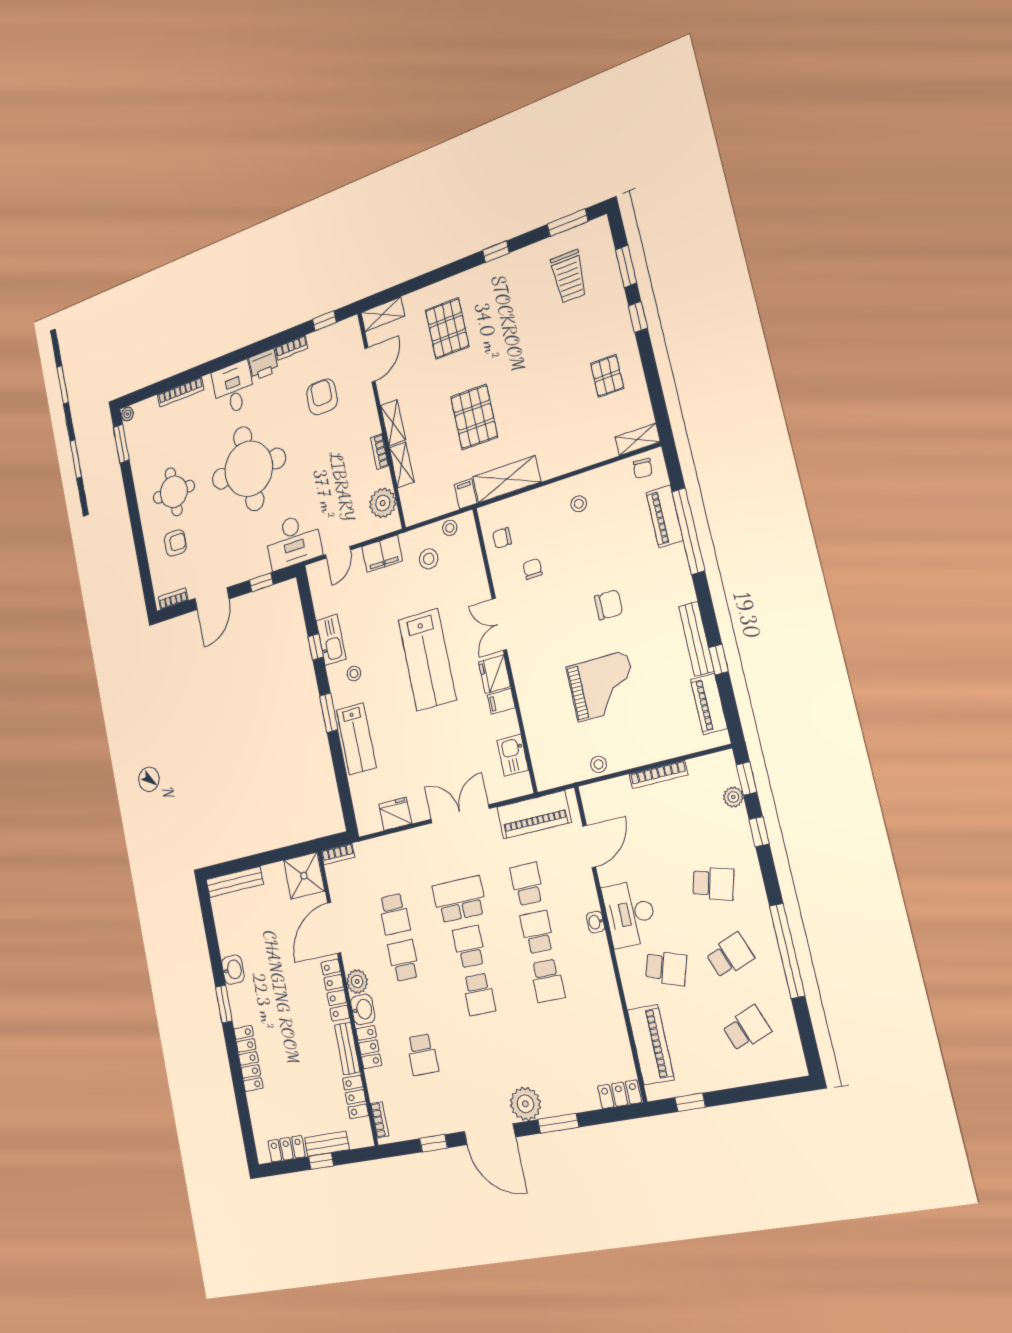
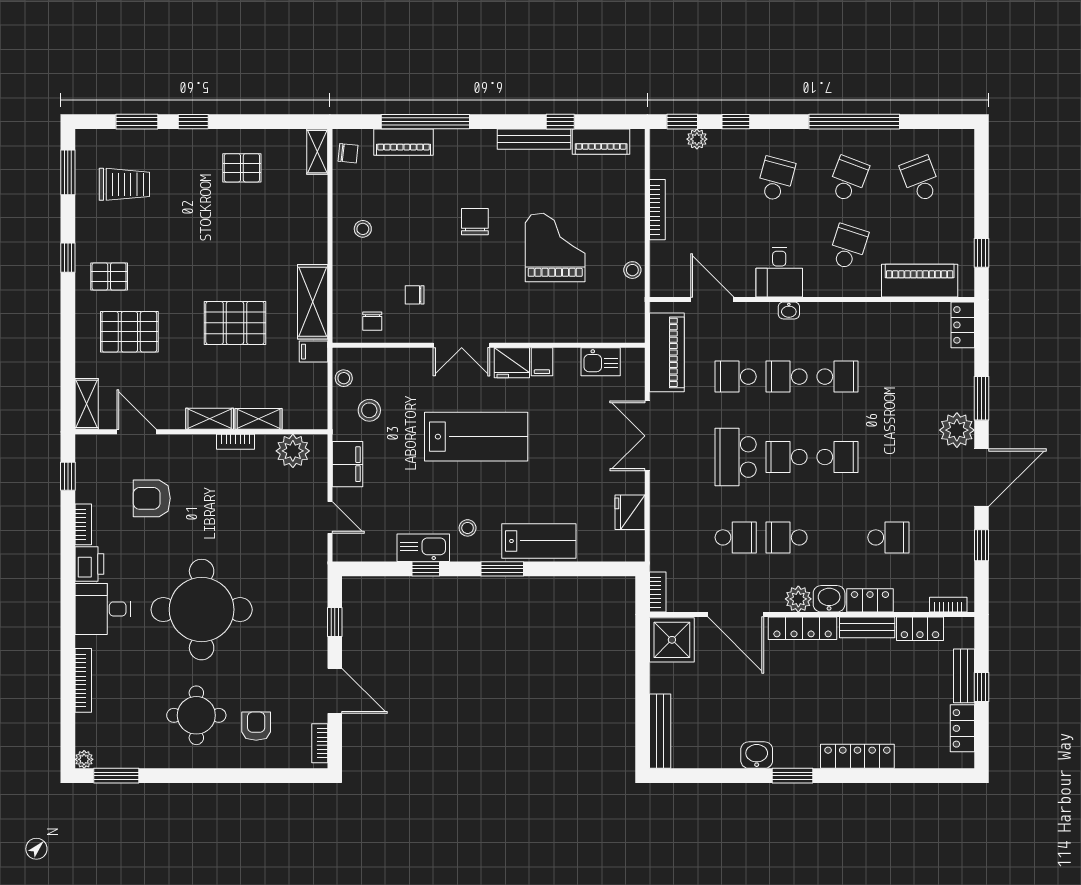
pallet: (488, 293) -> (109, 277), added
desk: (293, 541) -> (301, 571), removed
desk: (630, 914) -> (779, 272), width x0.73
school desk: (730, 956) -> (848, 179), turned 42

